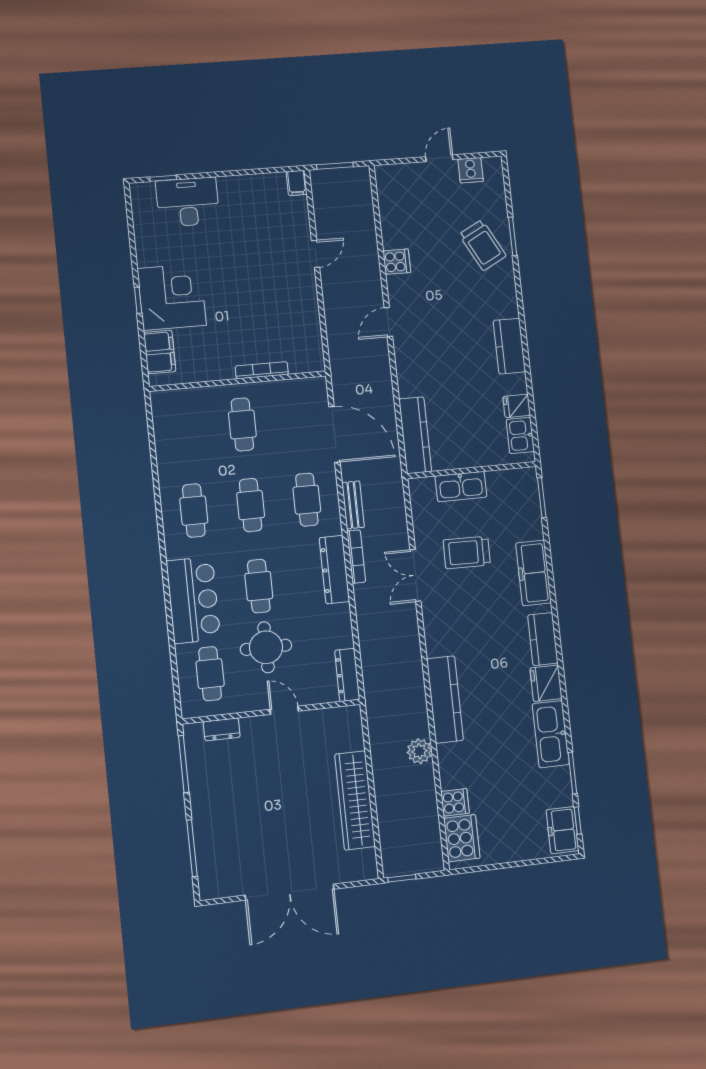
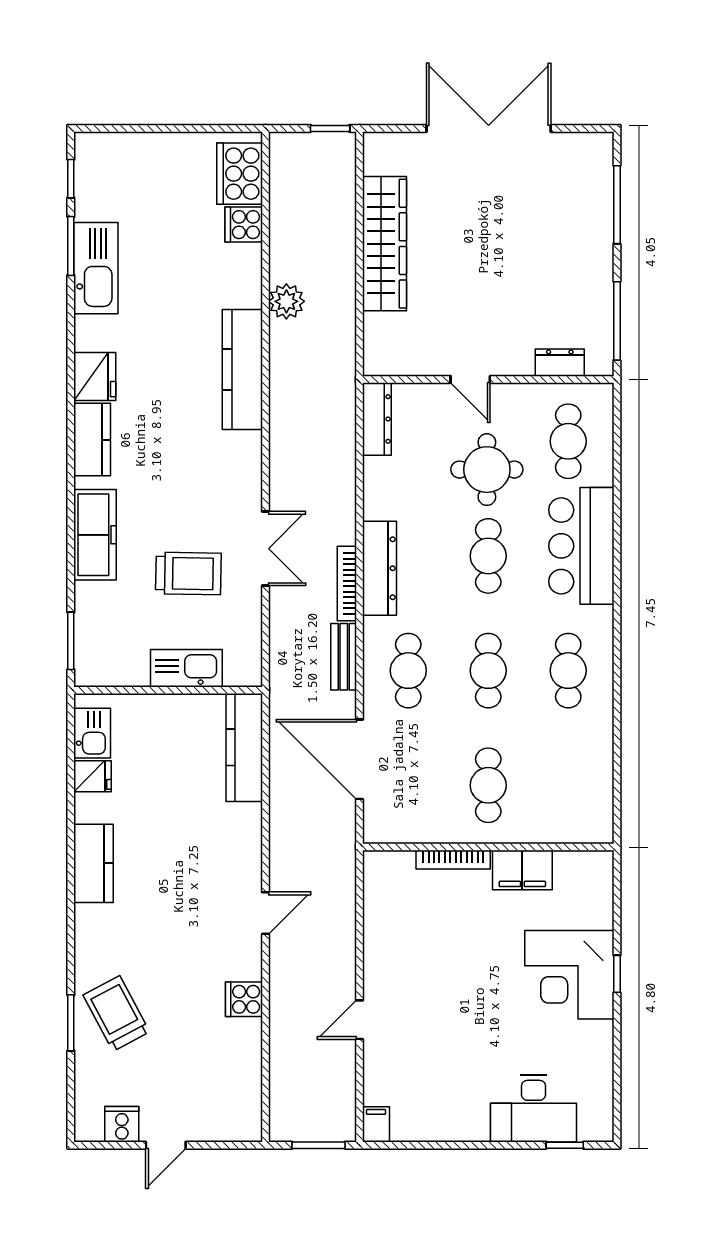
filing cabinet: (160, 352) -> (522, 870), moved, turned -90
kitchen sink: (551, 734) -> (96, 268), moved
freezer: (563, 830) -> (94, 168), removed

